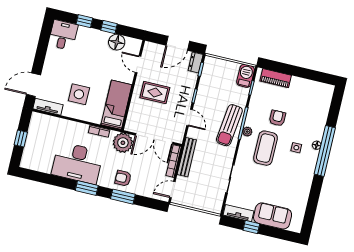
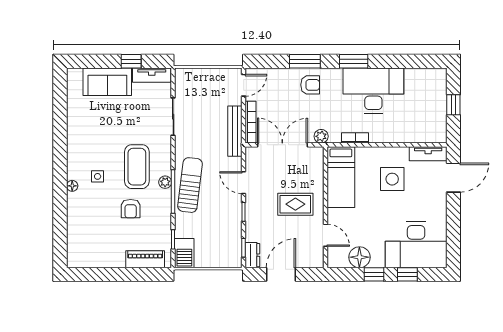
desk: (63, 35) -> (416, 245), width x1.87, depth x1.30
plant: (123, 143) -> (321, 136), width x0.53, depth x0.53
window: (325, 151) -> (60, 181), removed

